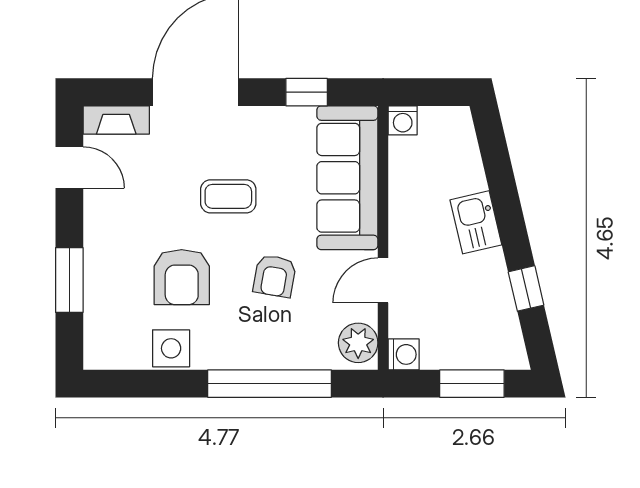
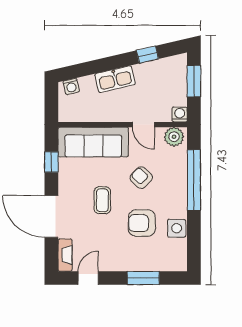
washing machine: (403, 120) -> (71, 86), moved, turned 77
kitchen sink: (476, 222) -> (115, 79), width x1.38
armchair: (275, 276) -> (141, 178), turned -146
armchair: (182, 277) -> (142, 223), turned 180

